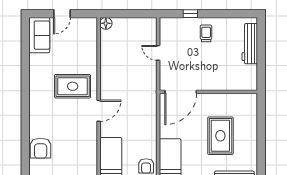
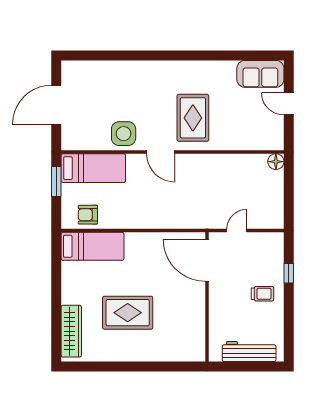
door: (181, 92) -> (207, 260), moved
wall: (208, 92) -> (207, 297), moved
side table: (85, 139) -> (124, 134), added
armchair: (41, 148) -> (111, 76), removed

